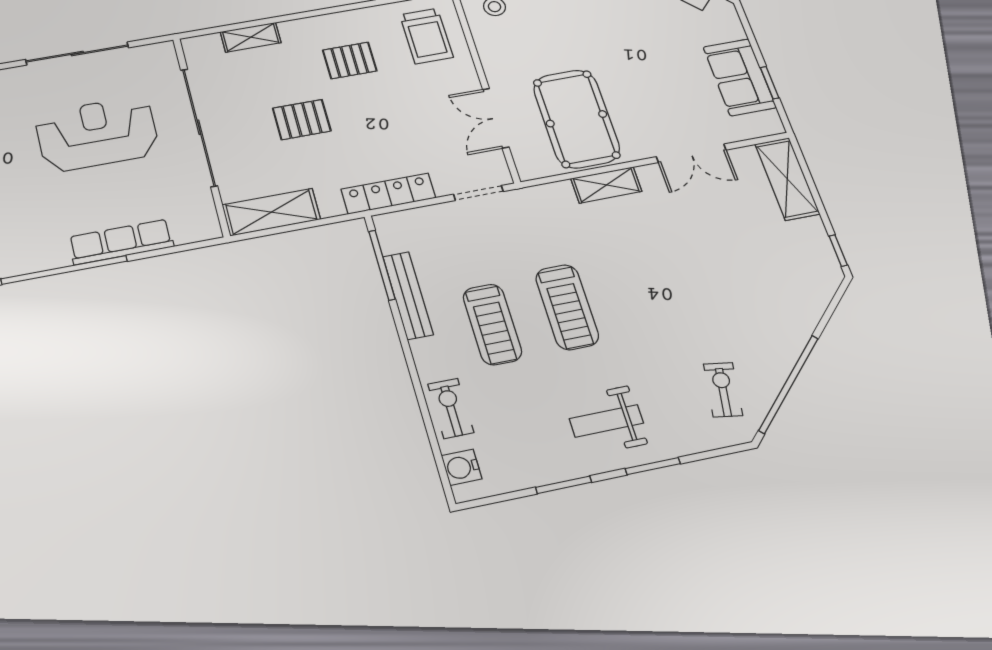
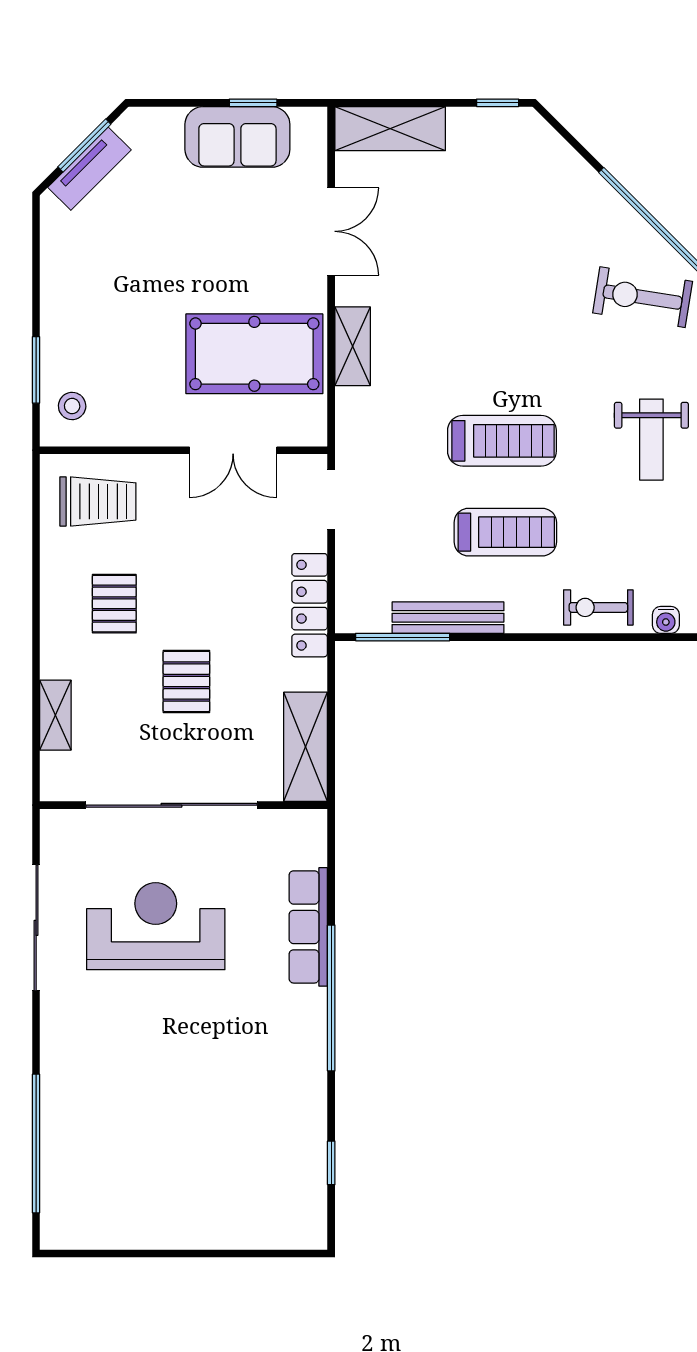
reception desk: (97, 134) -> (156, 926), turned 90
exercise bike: (723, 390) -> (643, 297), width x1.38, depth x1.39
water cooler: (462, 467) -> (666, 620), width x0.72, depth x0.72

